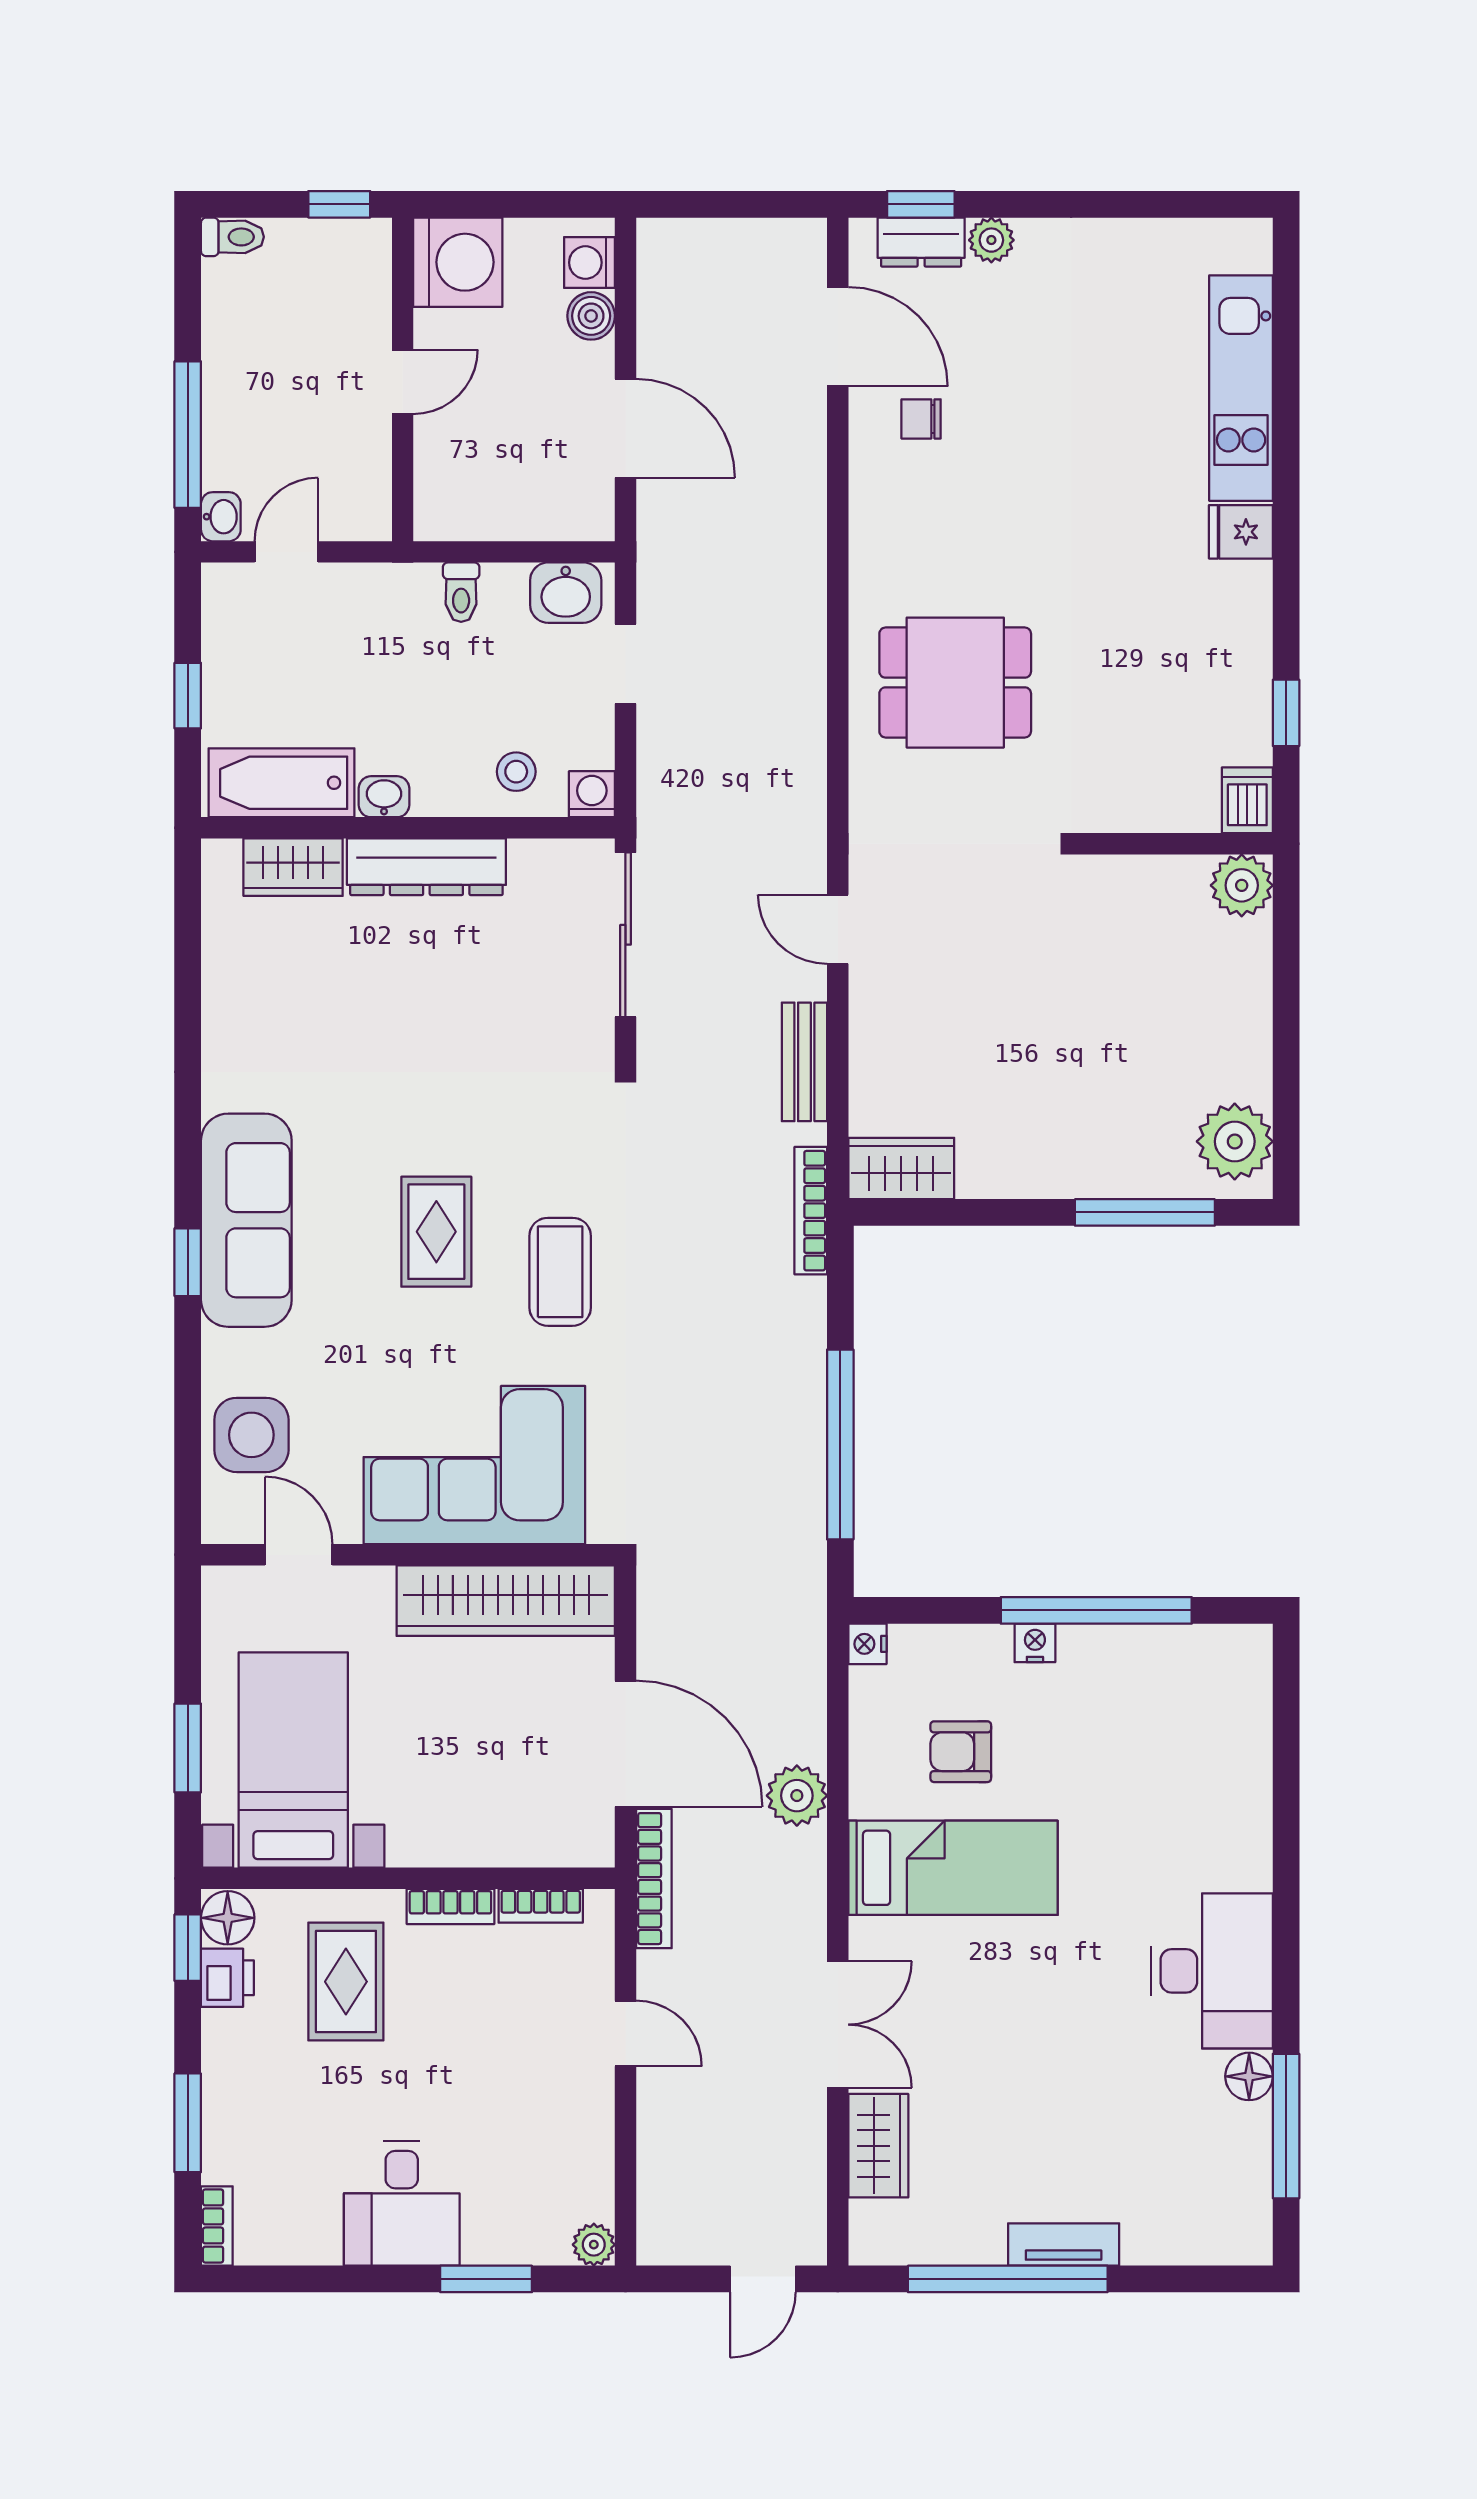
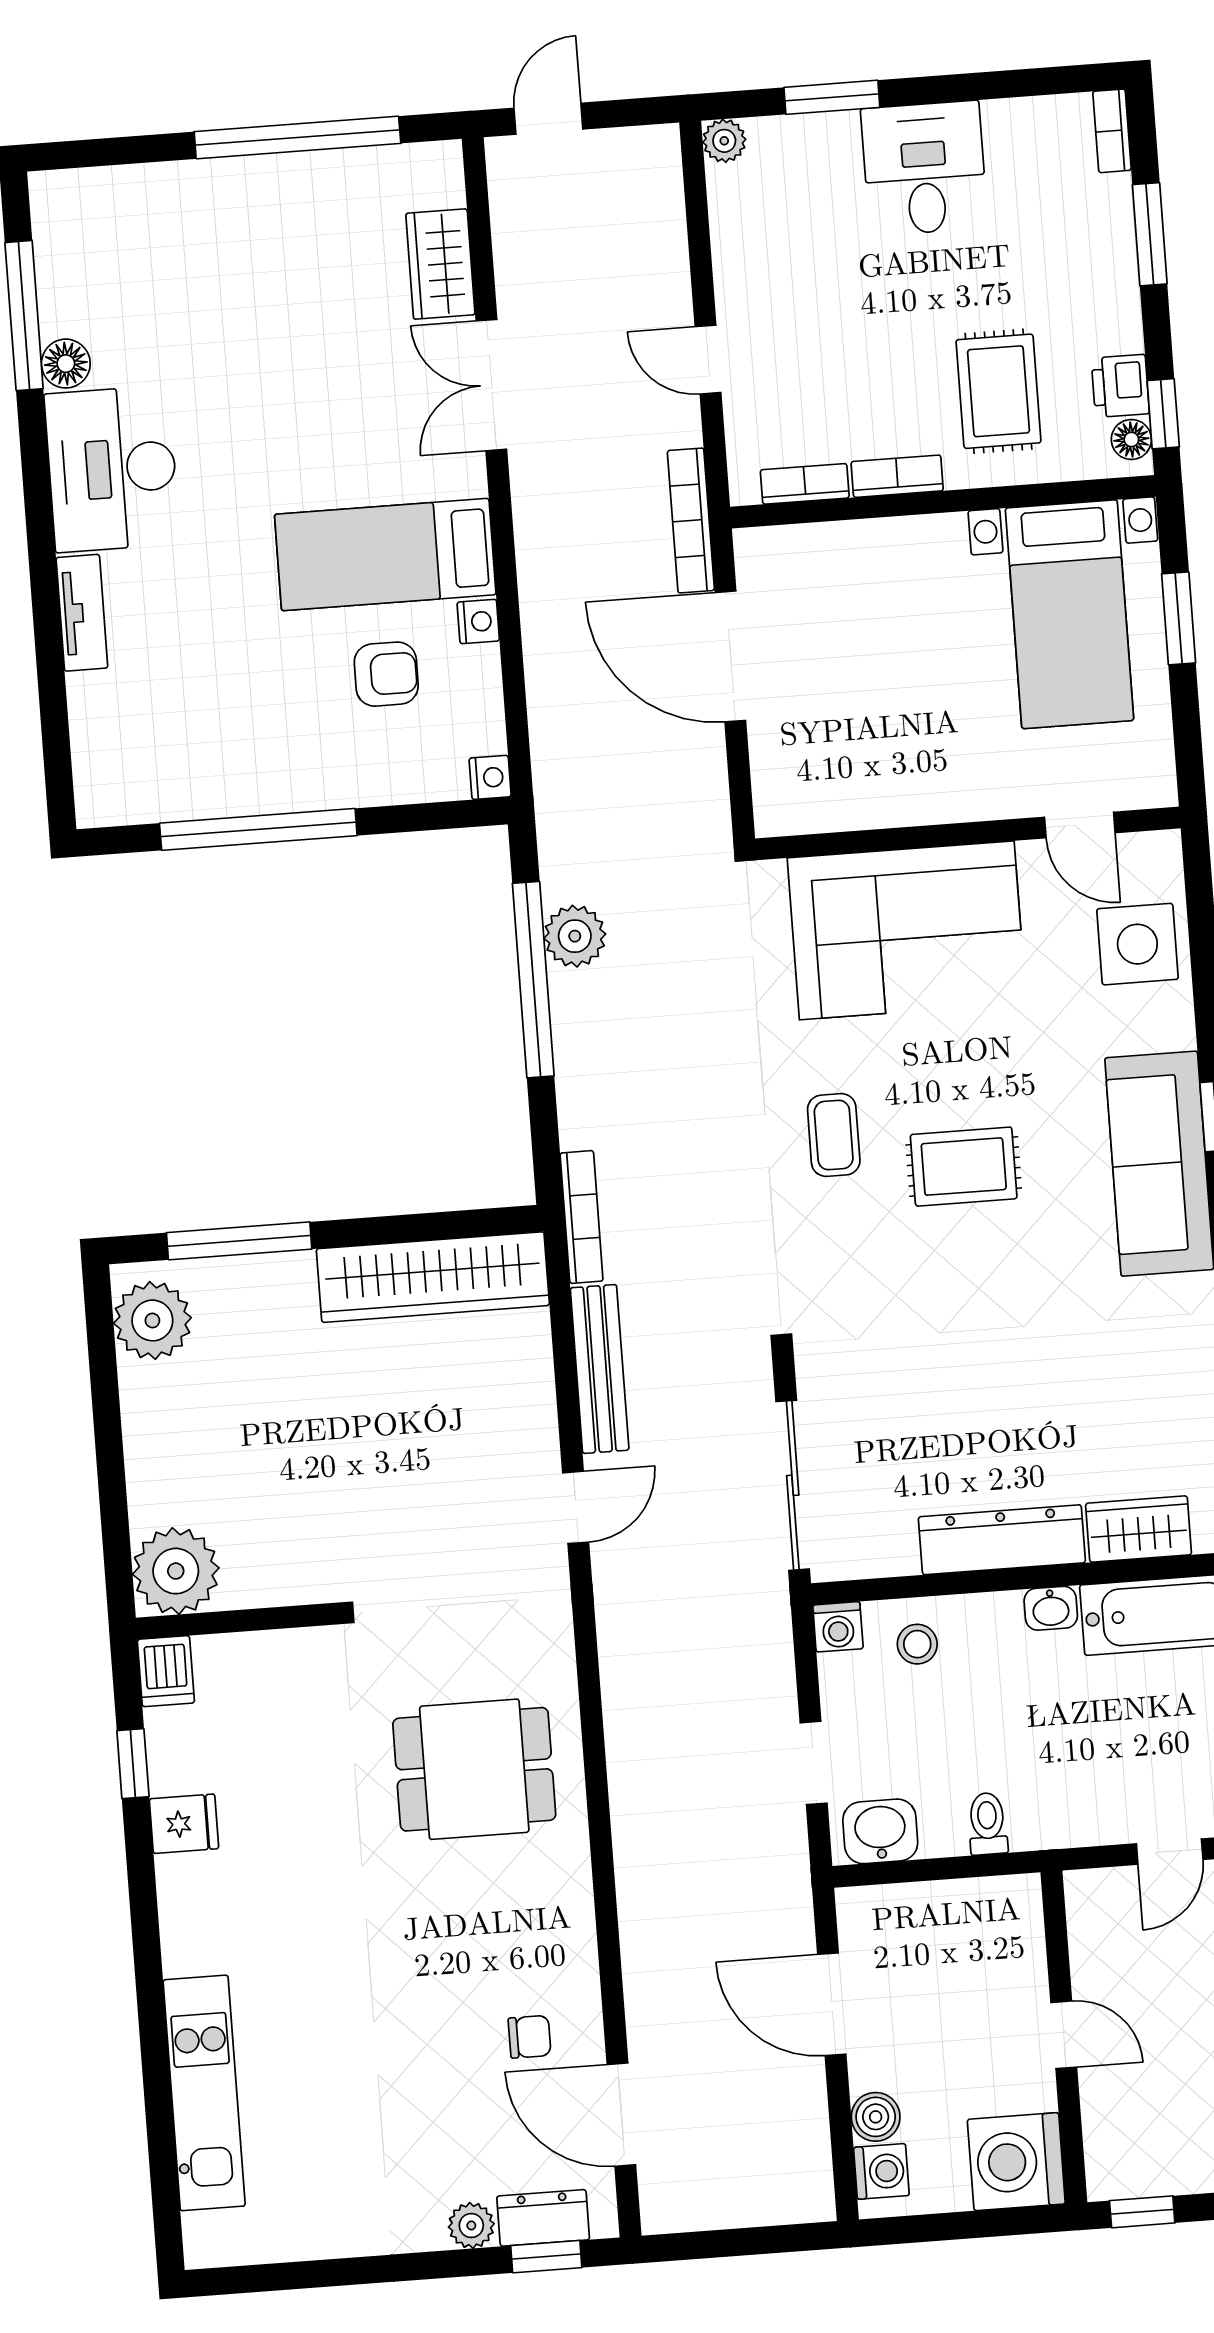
door: (403, 382) -> (1064, 2035), swing flipped
fridge: (1241, 532) -> (184, 1824), moved
plant: (1242, 885) -> (176, 1571), width x1.36, depth x1.36
door: (838, 929) -> (576, 1507), hinge flipped
bench: (804, 1062) -> (600, 1369), width x1.36
wardrobe: (901, 1168) -> (433, 1277), width x2.10, depth x1.17
rug: (436, 1232) -> (964, 1167), turned 90
coffee table: (560, 1272) -> (834, 1135), width x0.73, depth x0.77
wardrobe: (506, 1601) -> (864, 794), removed
nightstand: (1035, 1643) -> (478, 621), moved, turned -90
plant: (797, 1796) -> (575, 936), moved
floor lamp: (228, 1918) -> (1131, 439), width x0.73, depth x0.73
tv unit: (1064, 2244) -> (82, 613), moved, turned -90

